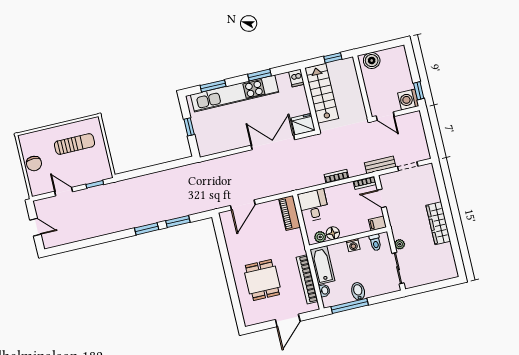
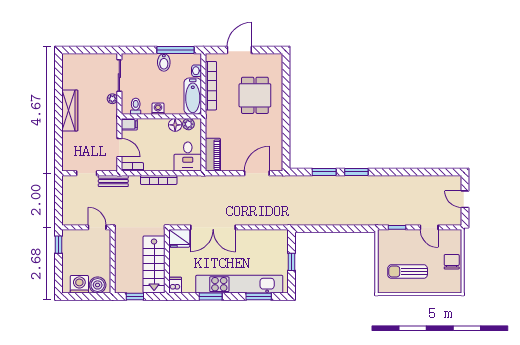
washing machine: (408, 100) -> (79, 284), moved, turned -90
bookcase: (336, 176) -> (159, 180), width x1.56

